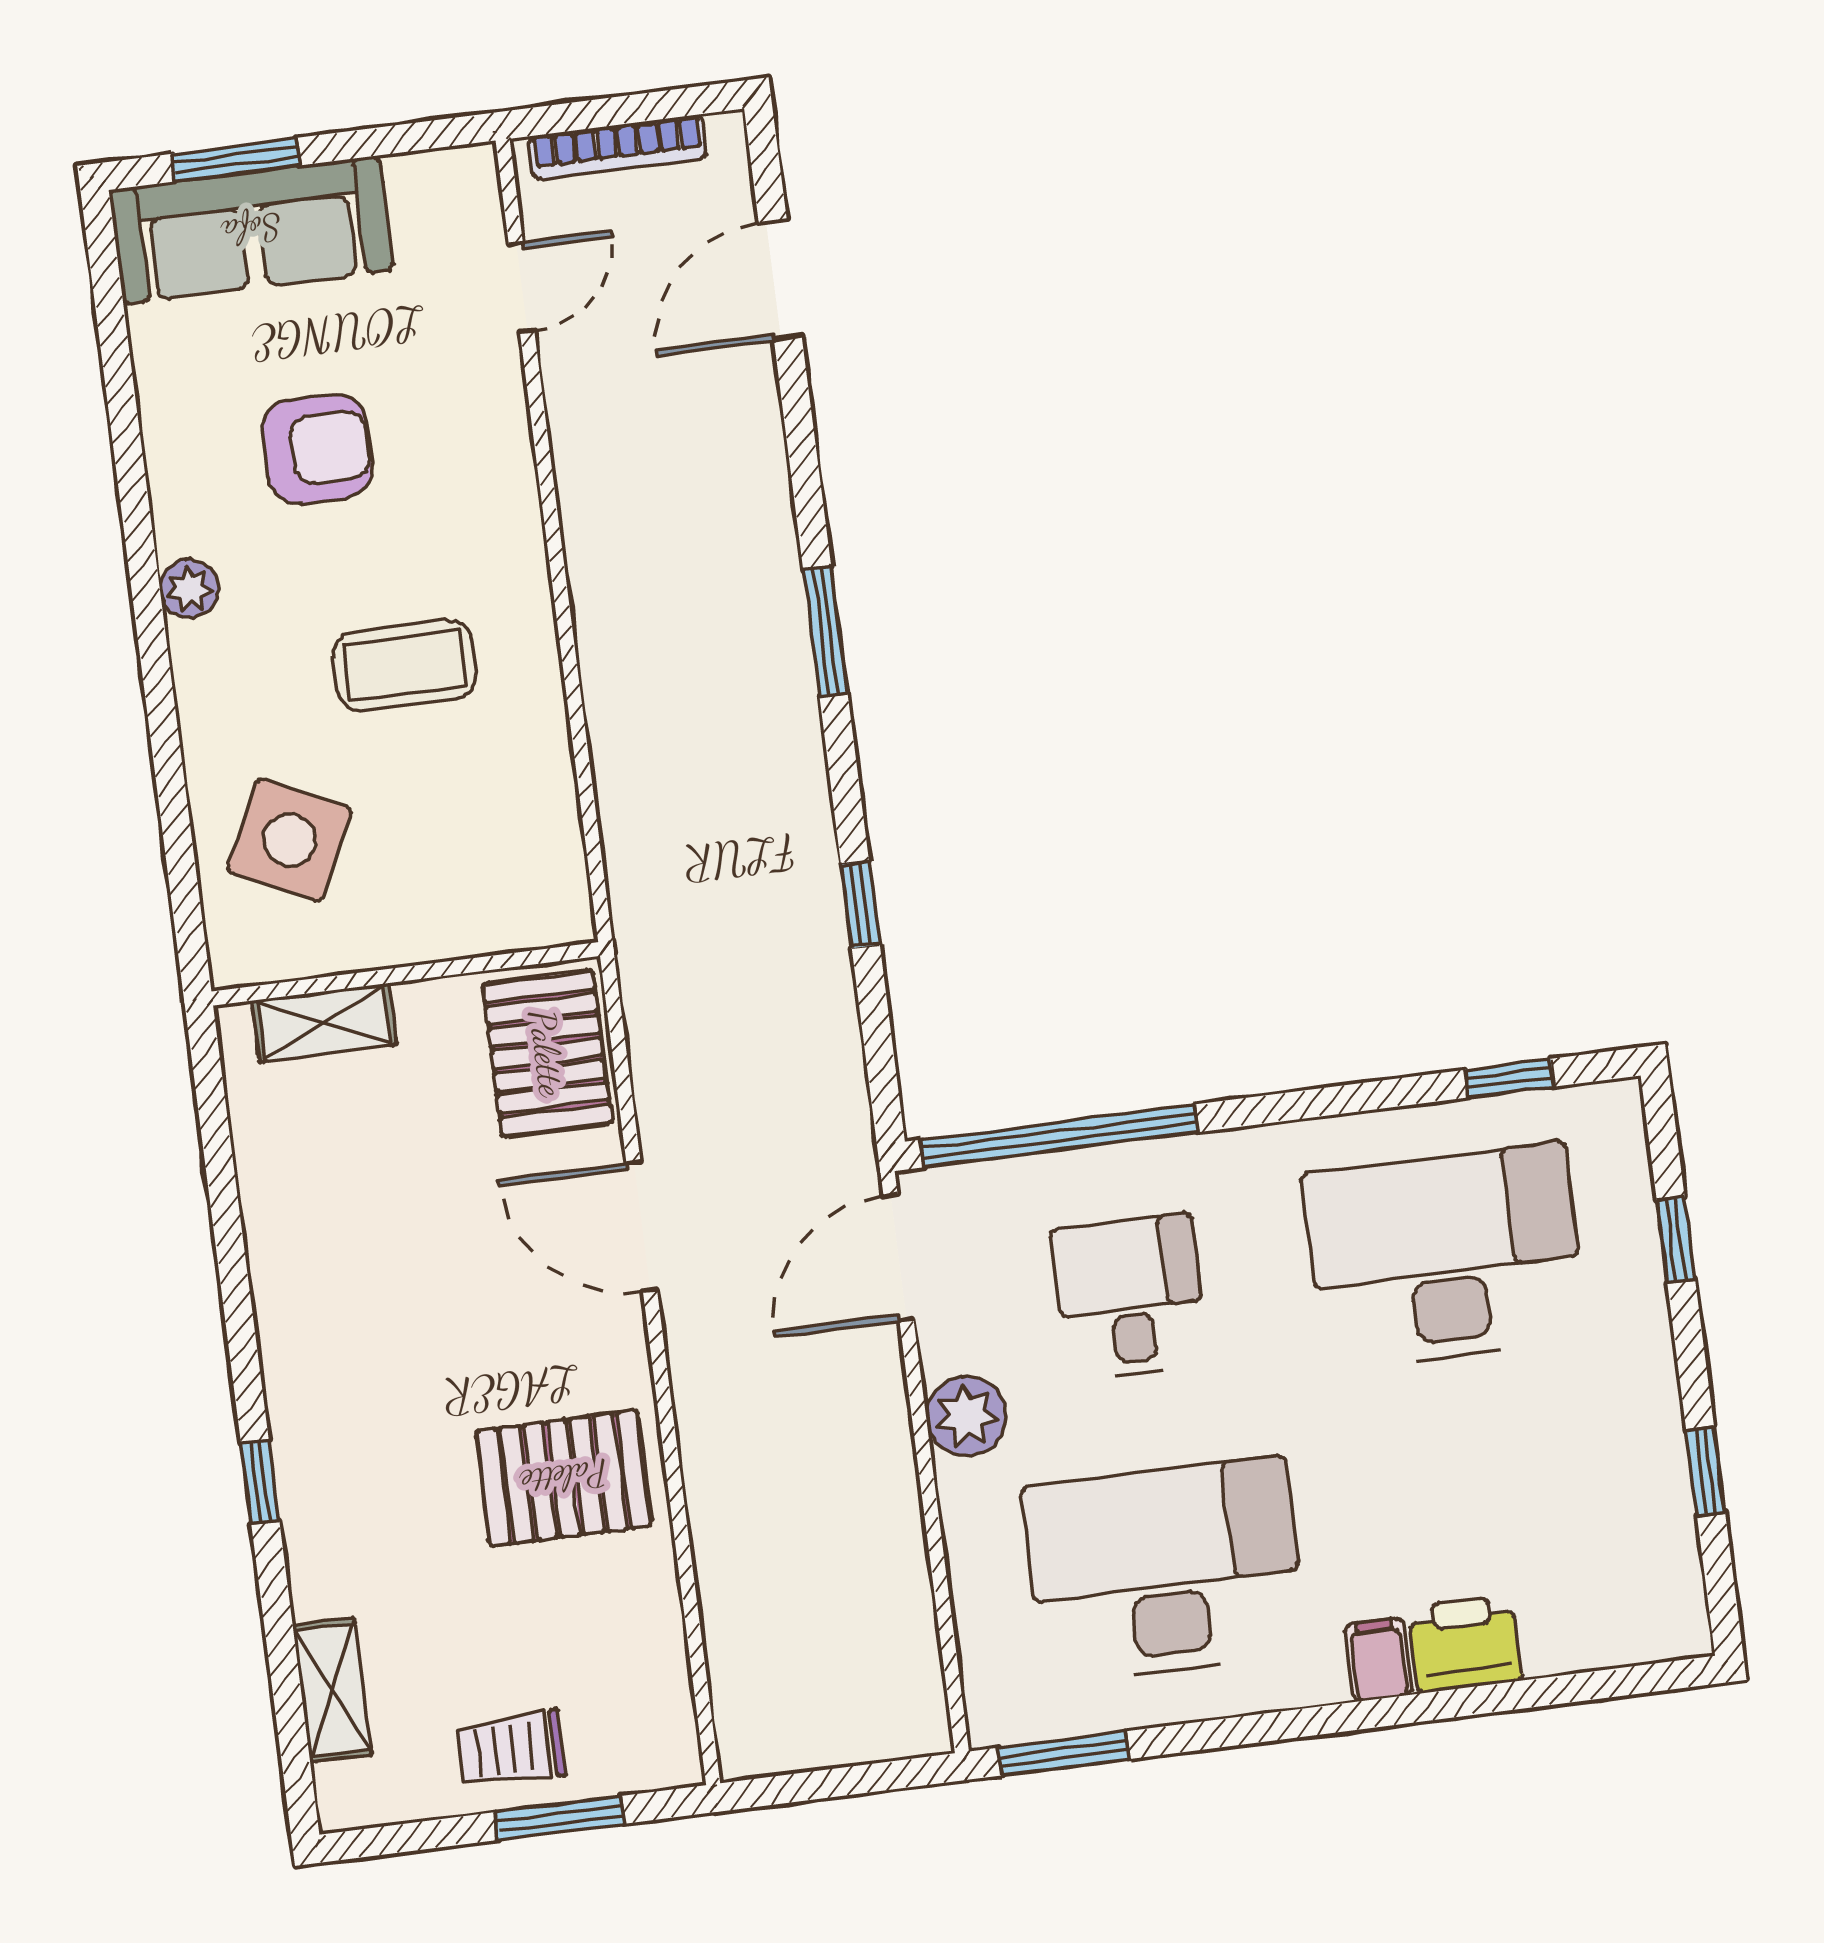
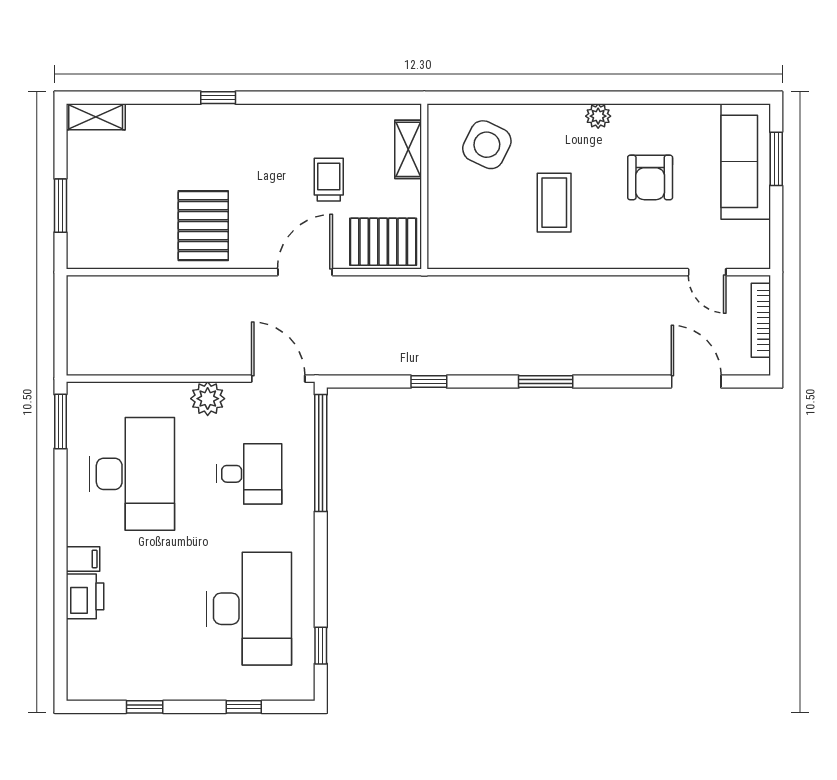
shelving: (332, 1690) -> (96, 117), moved
trolley: (511, 1749) -> (329, 180), moved

